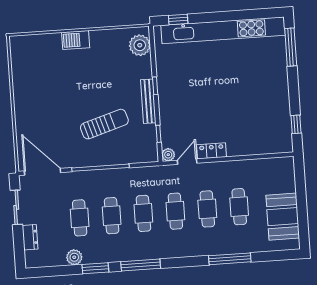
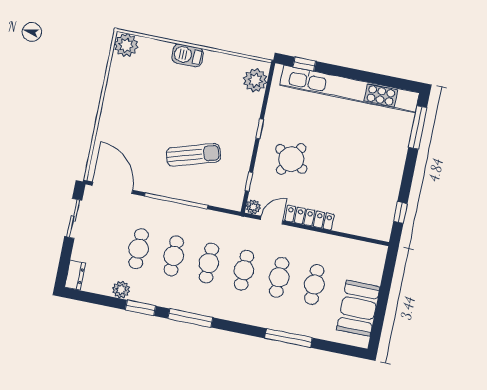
plant: (20, 46) -> (126, 45), added
bench: (148, 101) -> (248, 143), removed
round table: (189, 104) -> (291, 159), added
locker: (212, 151) -> (309, 218), width x1.53
dresser: (30, 237) -> (75, 275), moved

